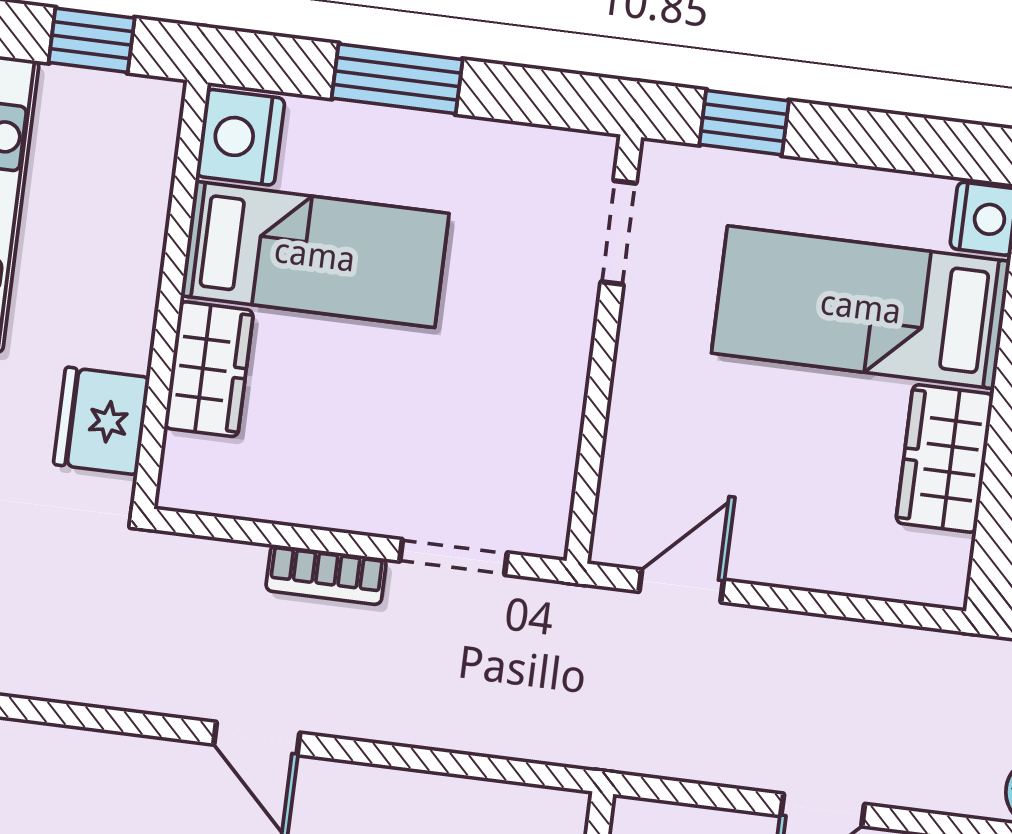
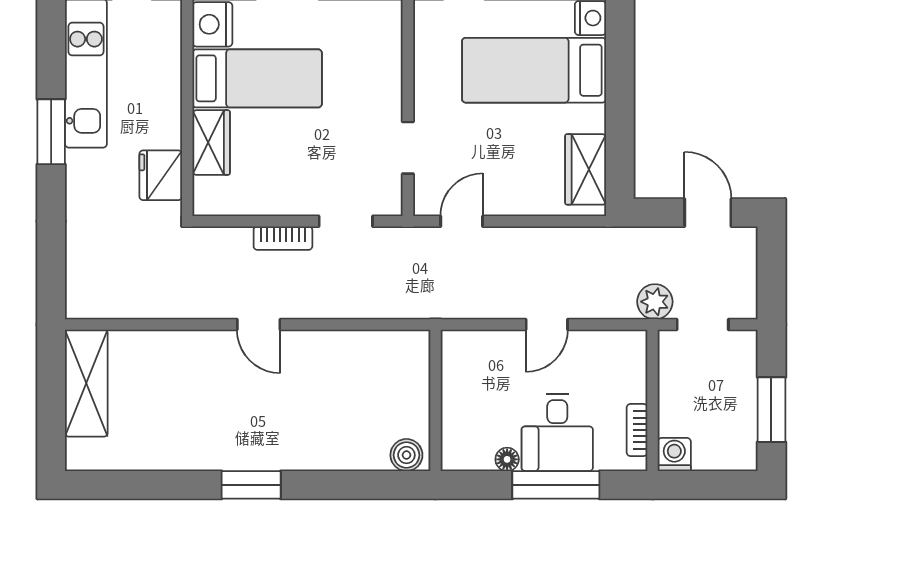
doorway: (619, 233) -> (408, 148), moved
wardrobe: (945, 458) -> (586, 169), moved

